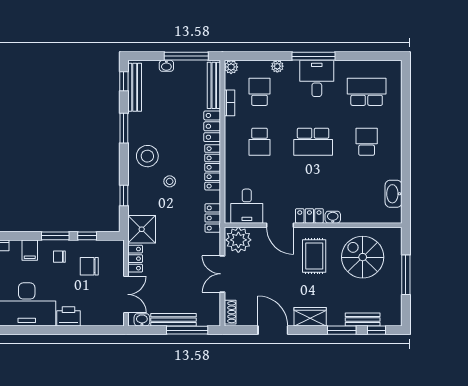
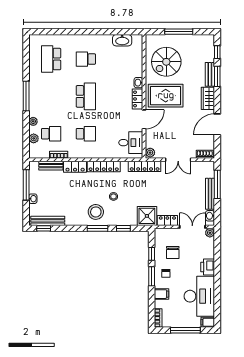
plant: (231, 67) -> (34, 138), moved
desk: (317, 78) -> (42, 94), removed
bench: (214, 85) -> (51, 166), width x0.73
school desk: (260, 92) -> (51, 134), turned 180
window: (124, 128) -> (98, 228), moved
locker: (213, 218) -> (145, 166), width x1.53
plant: (238, 240) -> (150, 153), width x0.53, depth x0.53
rug: (314, 256) -> (166, 96), width x1.36, depth x1.43
bench: (363, 319) -> (210, 74), moved
plant: (118, 320) -> (210, 233), added

